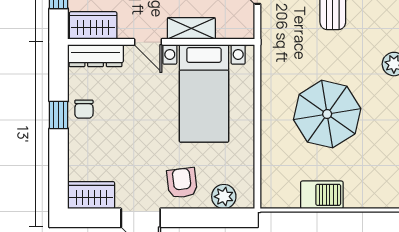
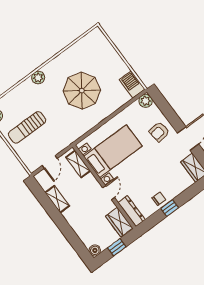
shelving: (191, 28) -> (78, 164), moved
barbecue: (322, 195) -> (132, 84), moved
plant: (224, 197) -> (146, 101), moved

